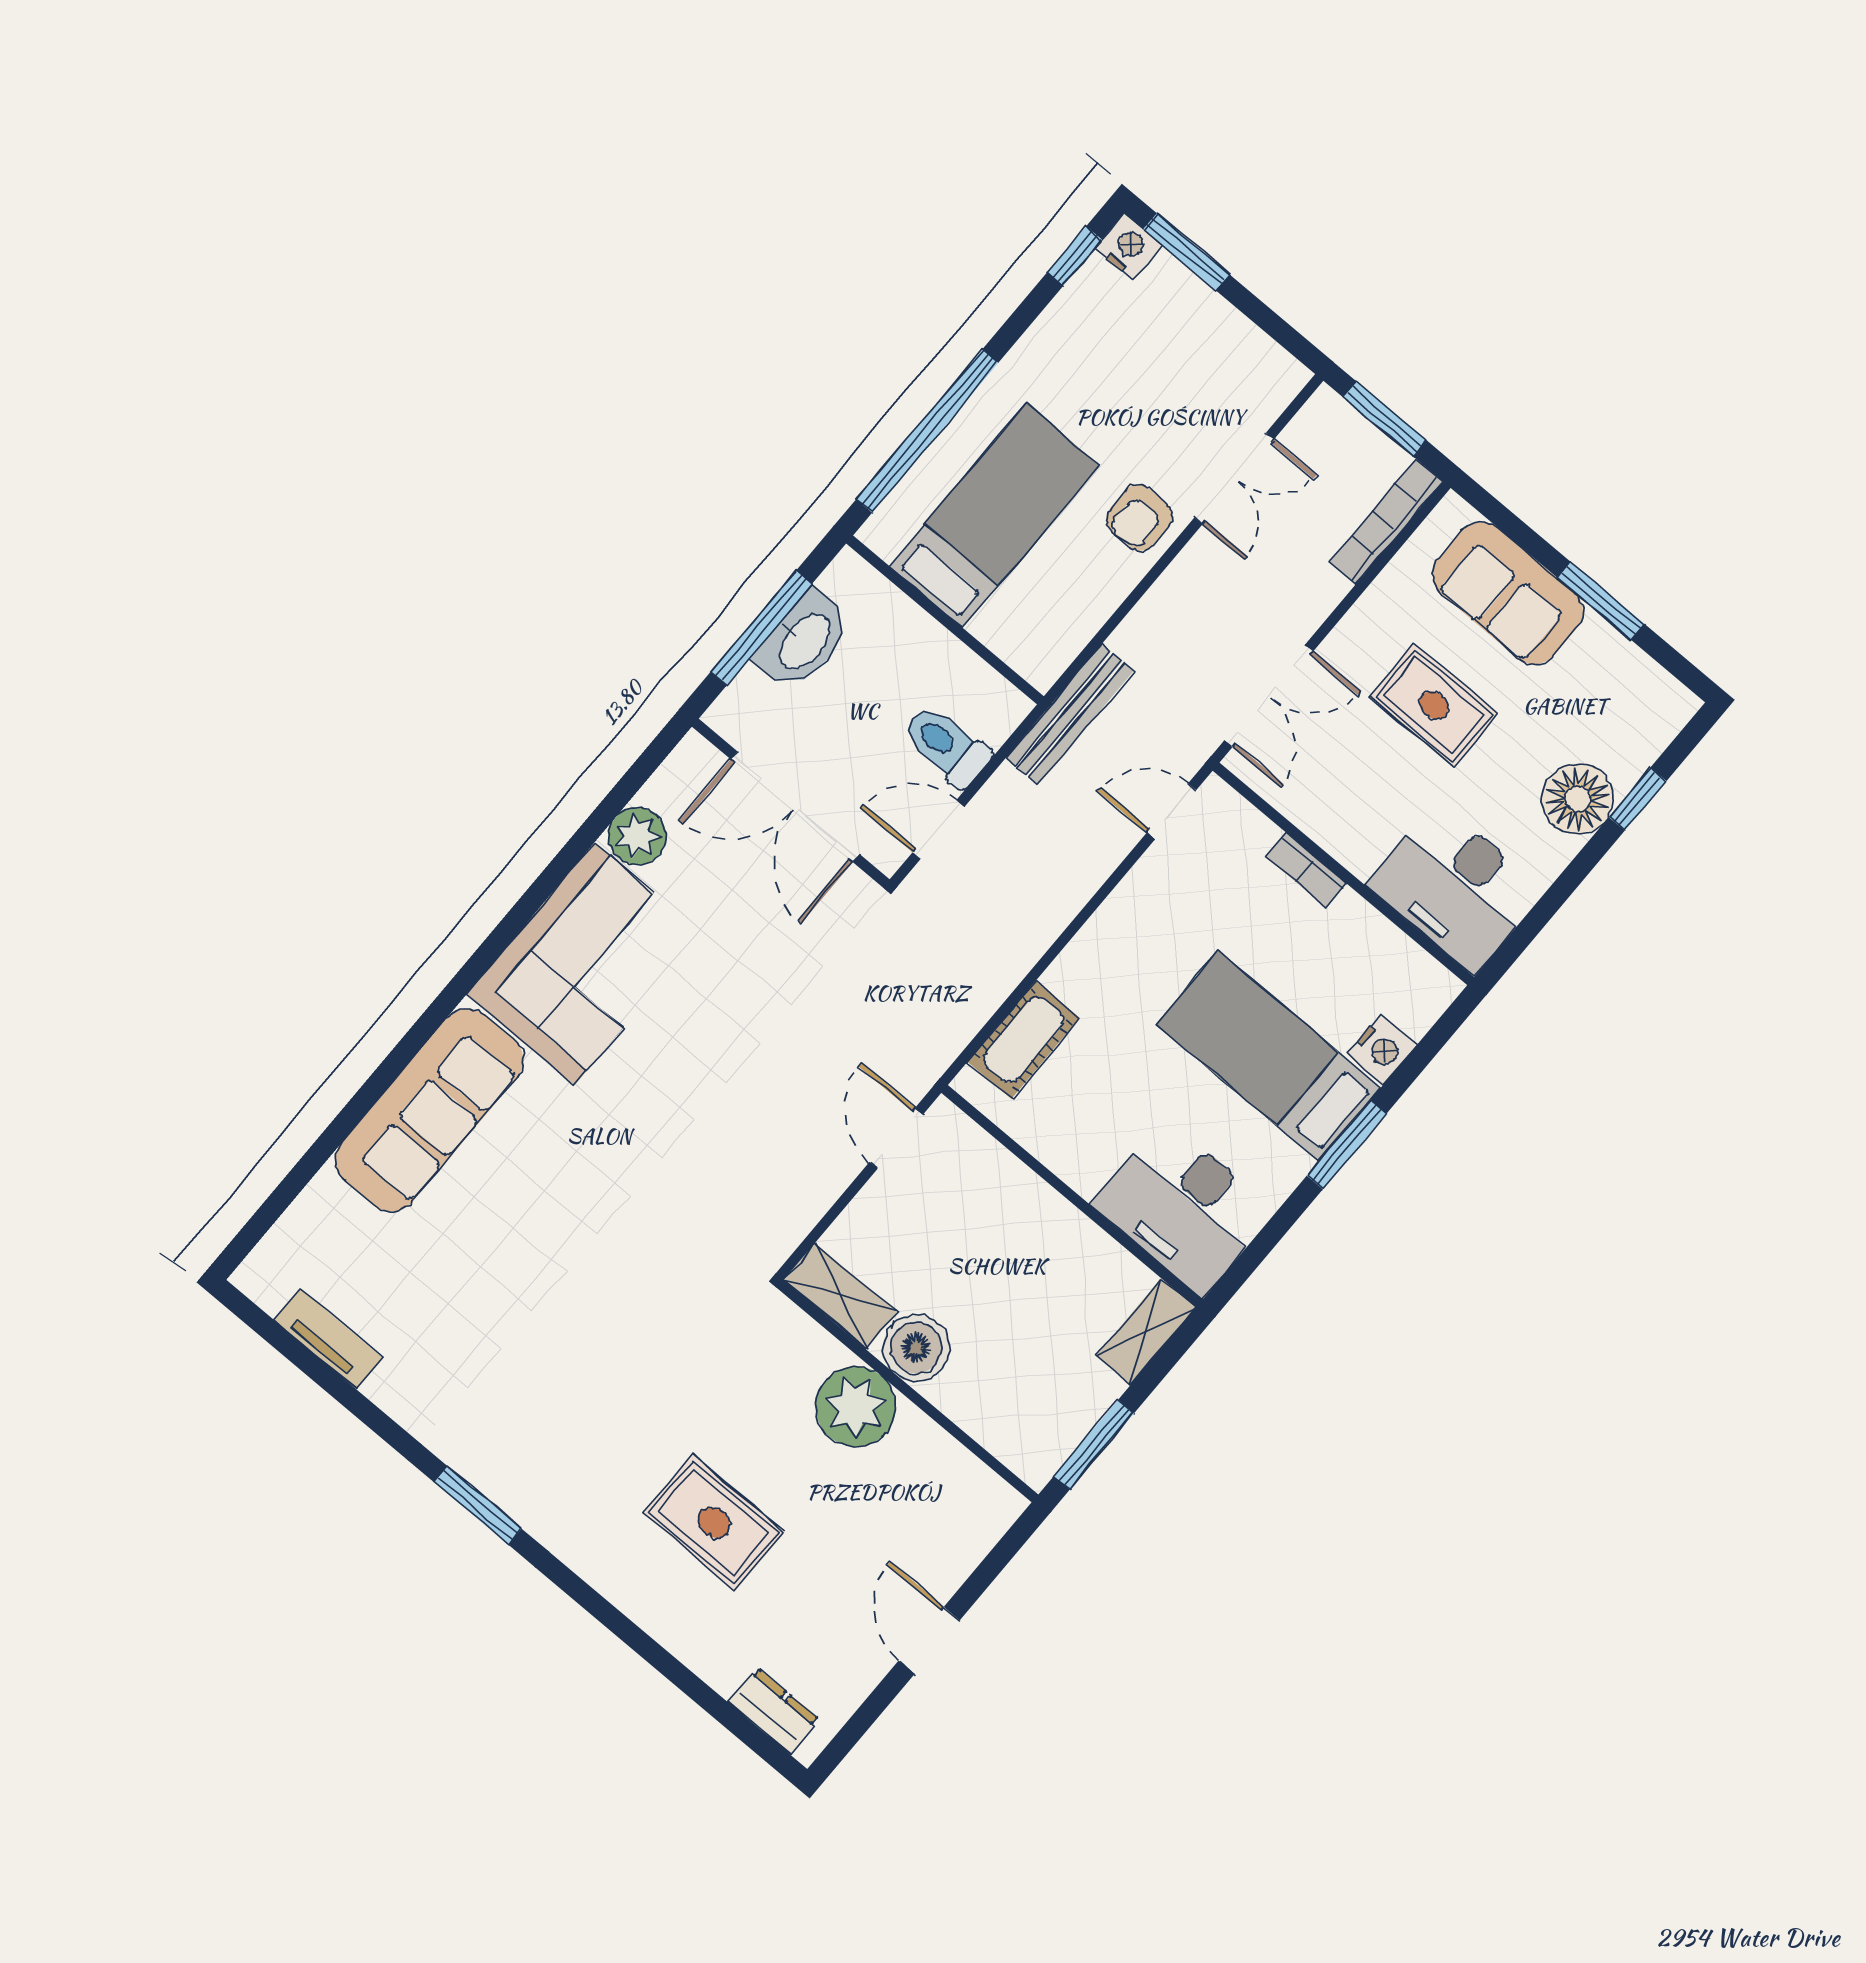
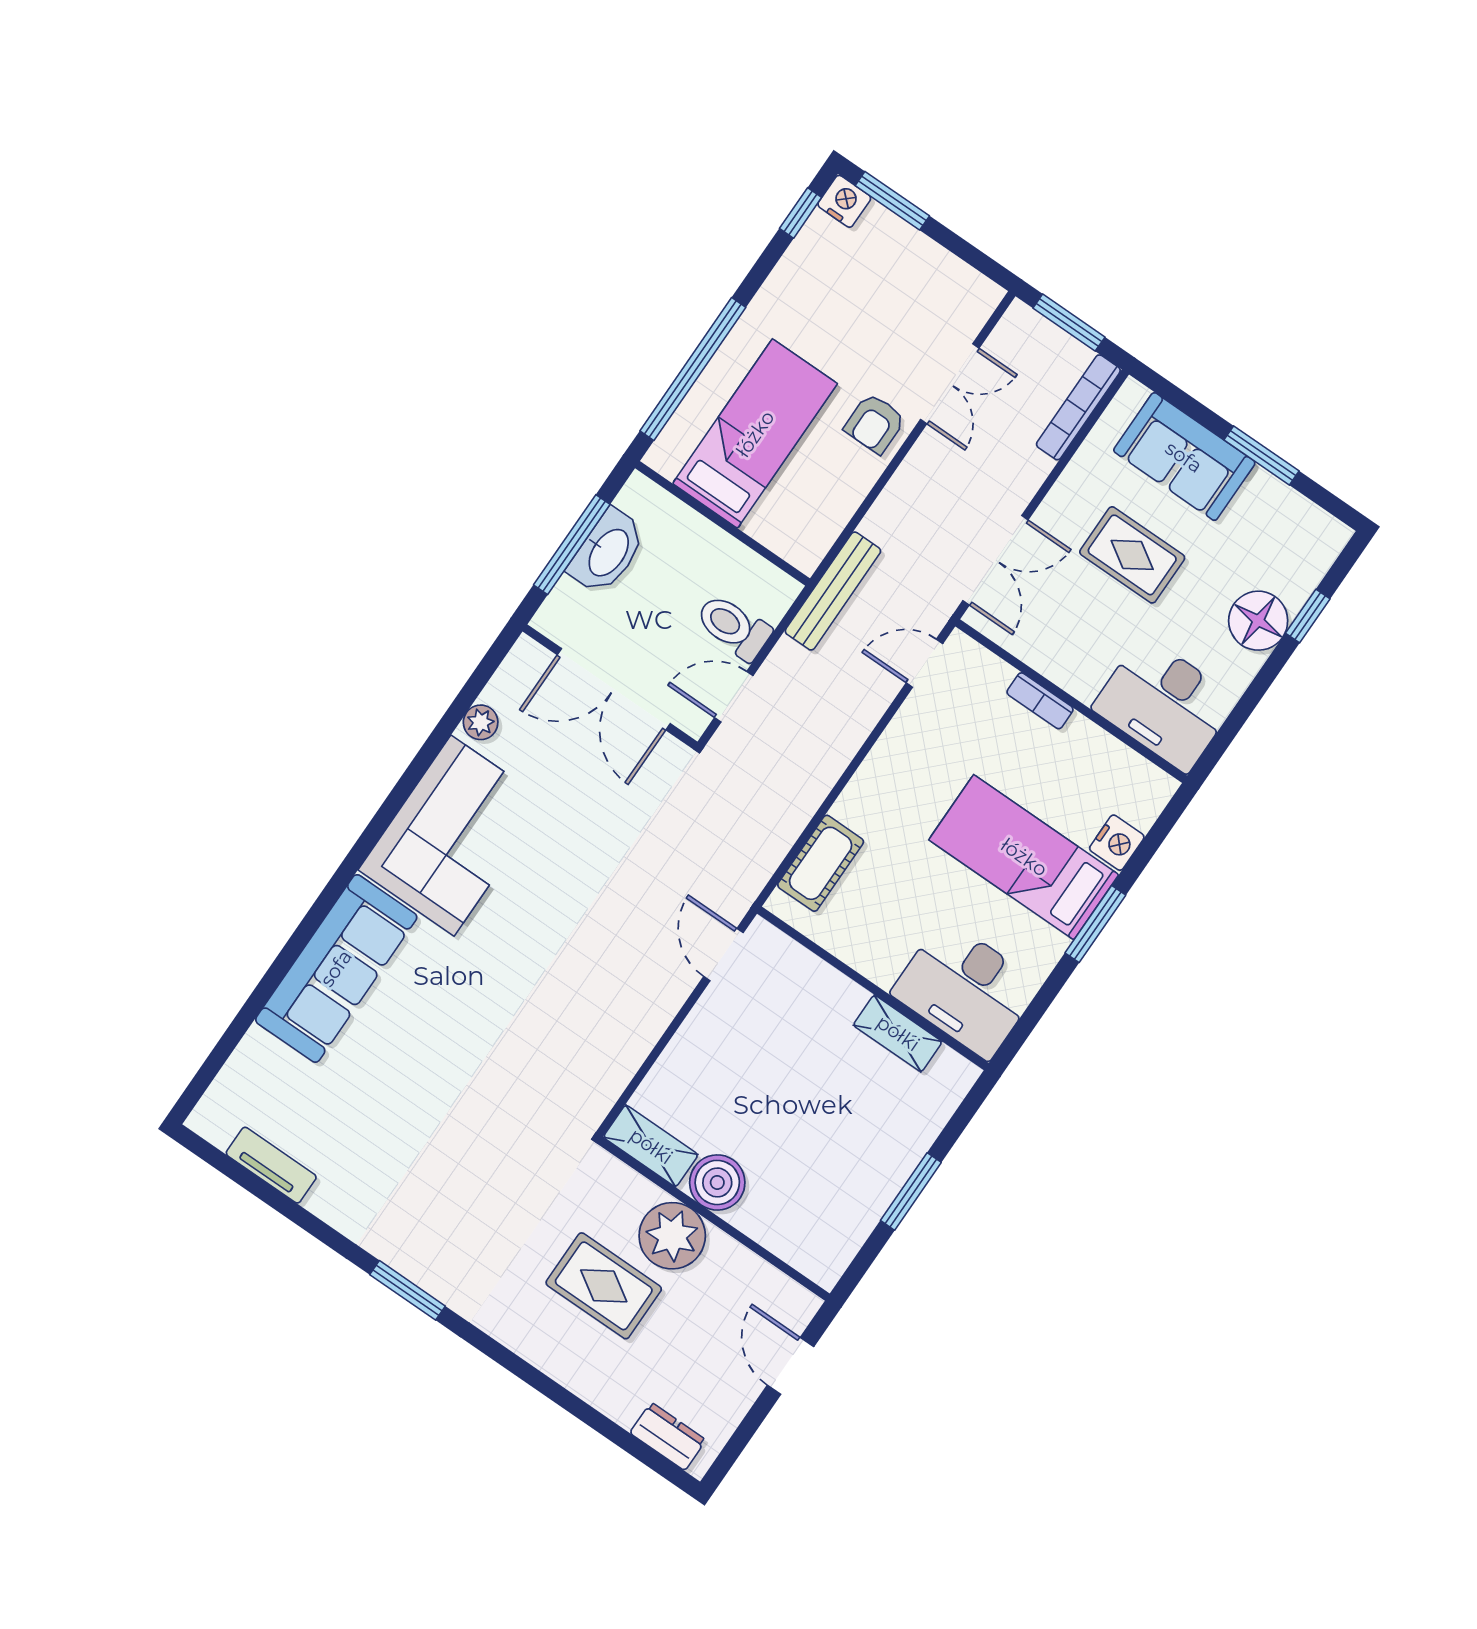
plant: (637, 836) -> (481, 722), width x0.73, depth x0.73
shelving: (840, 1296) -> (651, 1146), moved
shelving: (1146, 1331) -> (898, 1033), moved, turned 90
boiler: (916, 1348) -> (717, 1182), moved
wall: (908, 1391) -> (714, 1219), moved
plant: (856, 1407) -> (672, 1236), moved

